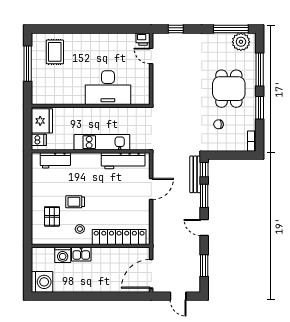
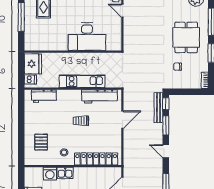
trolley: (75, 202) -> (81, 121), moved

